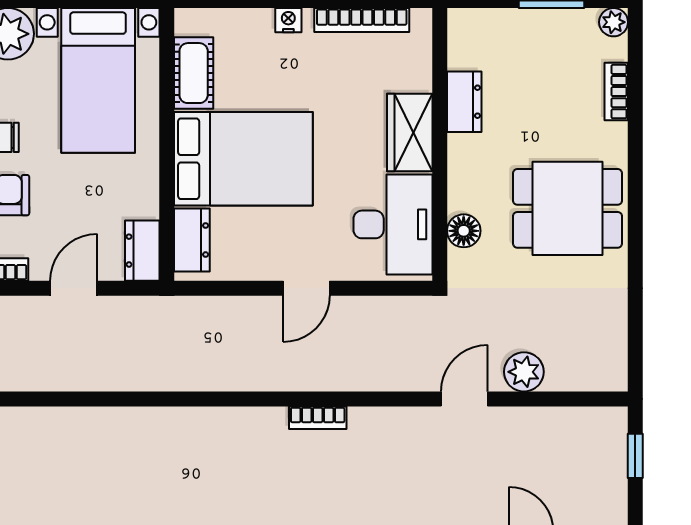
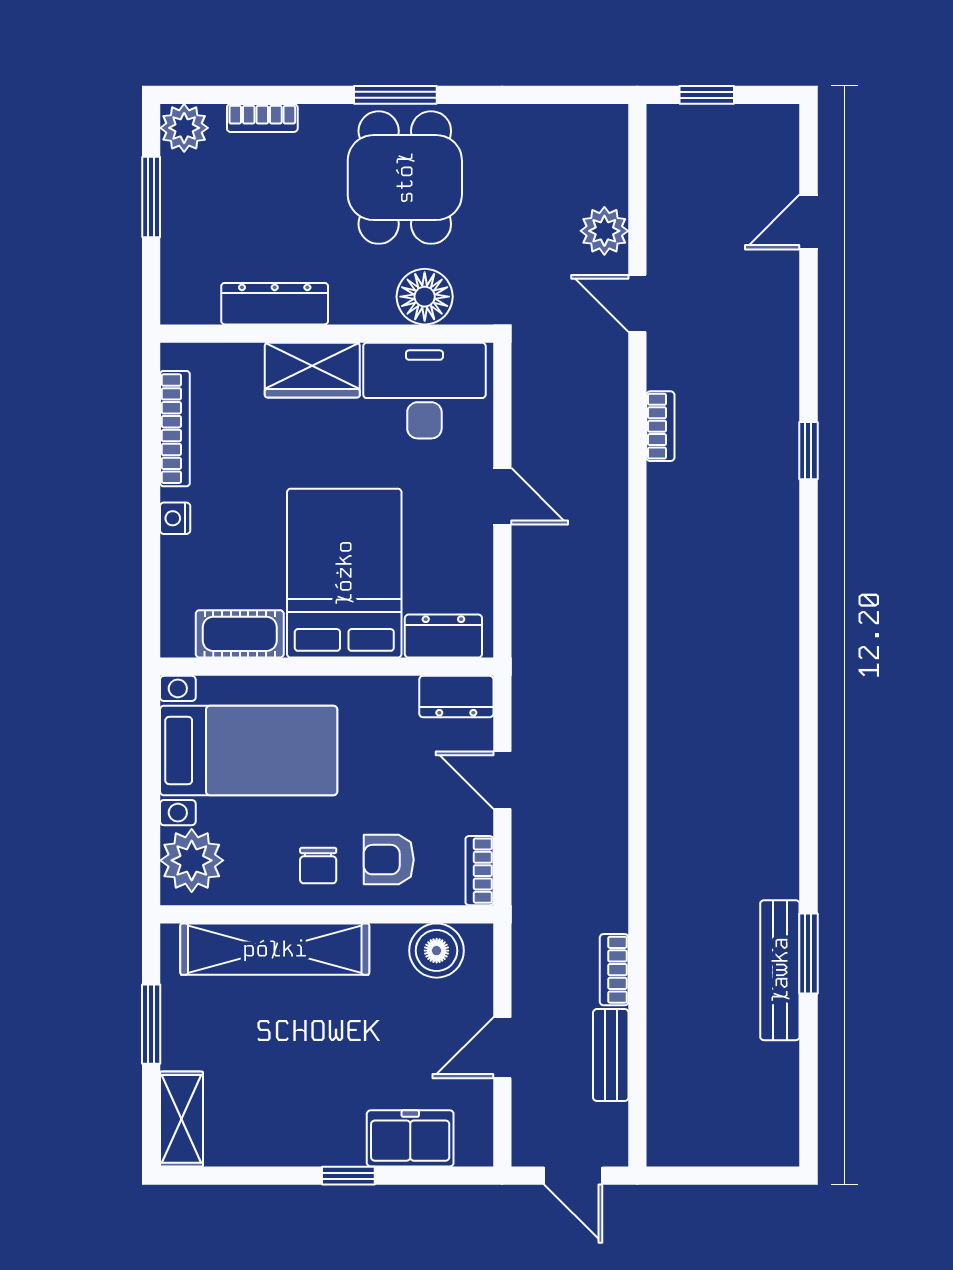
plant: (614, 22) -> (184, 128), width x1.38, depth x1.38
dresser: (464, 102) -> (275, 304), width x1.44
window: (635, 201) -> (395, 95), added
floor lamp: (464, 231) -> (425, 297), width x1.38, depth x1.38
bookcase: (318, 418) -> (660, 426), moved

